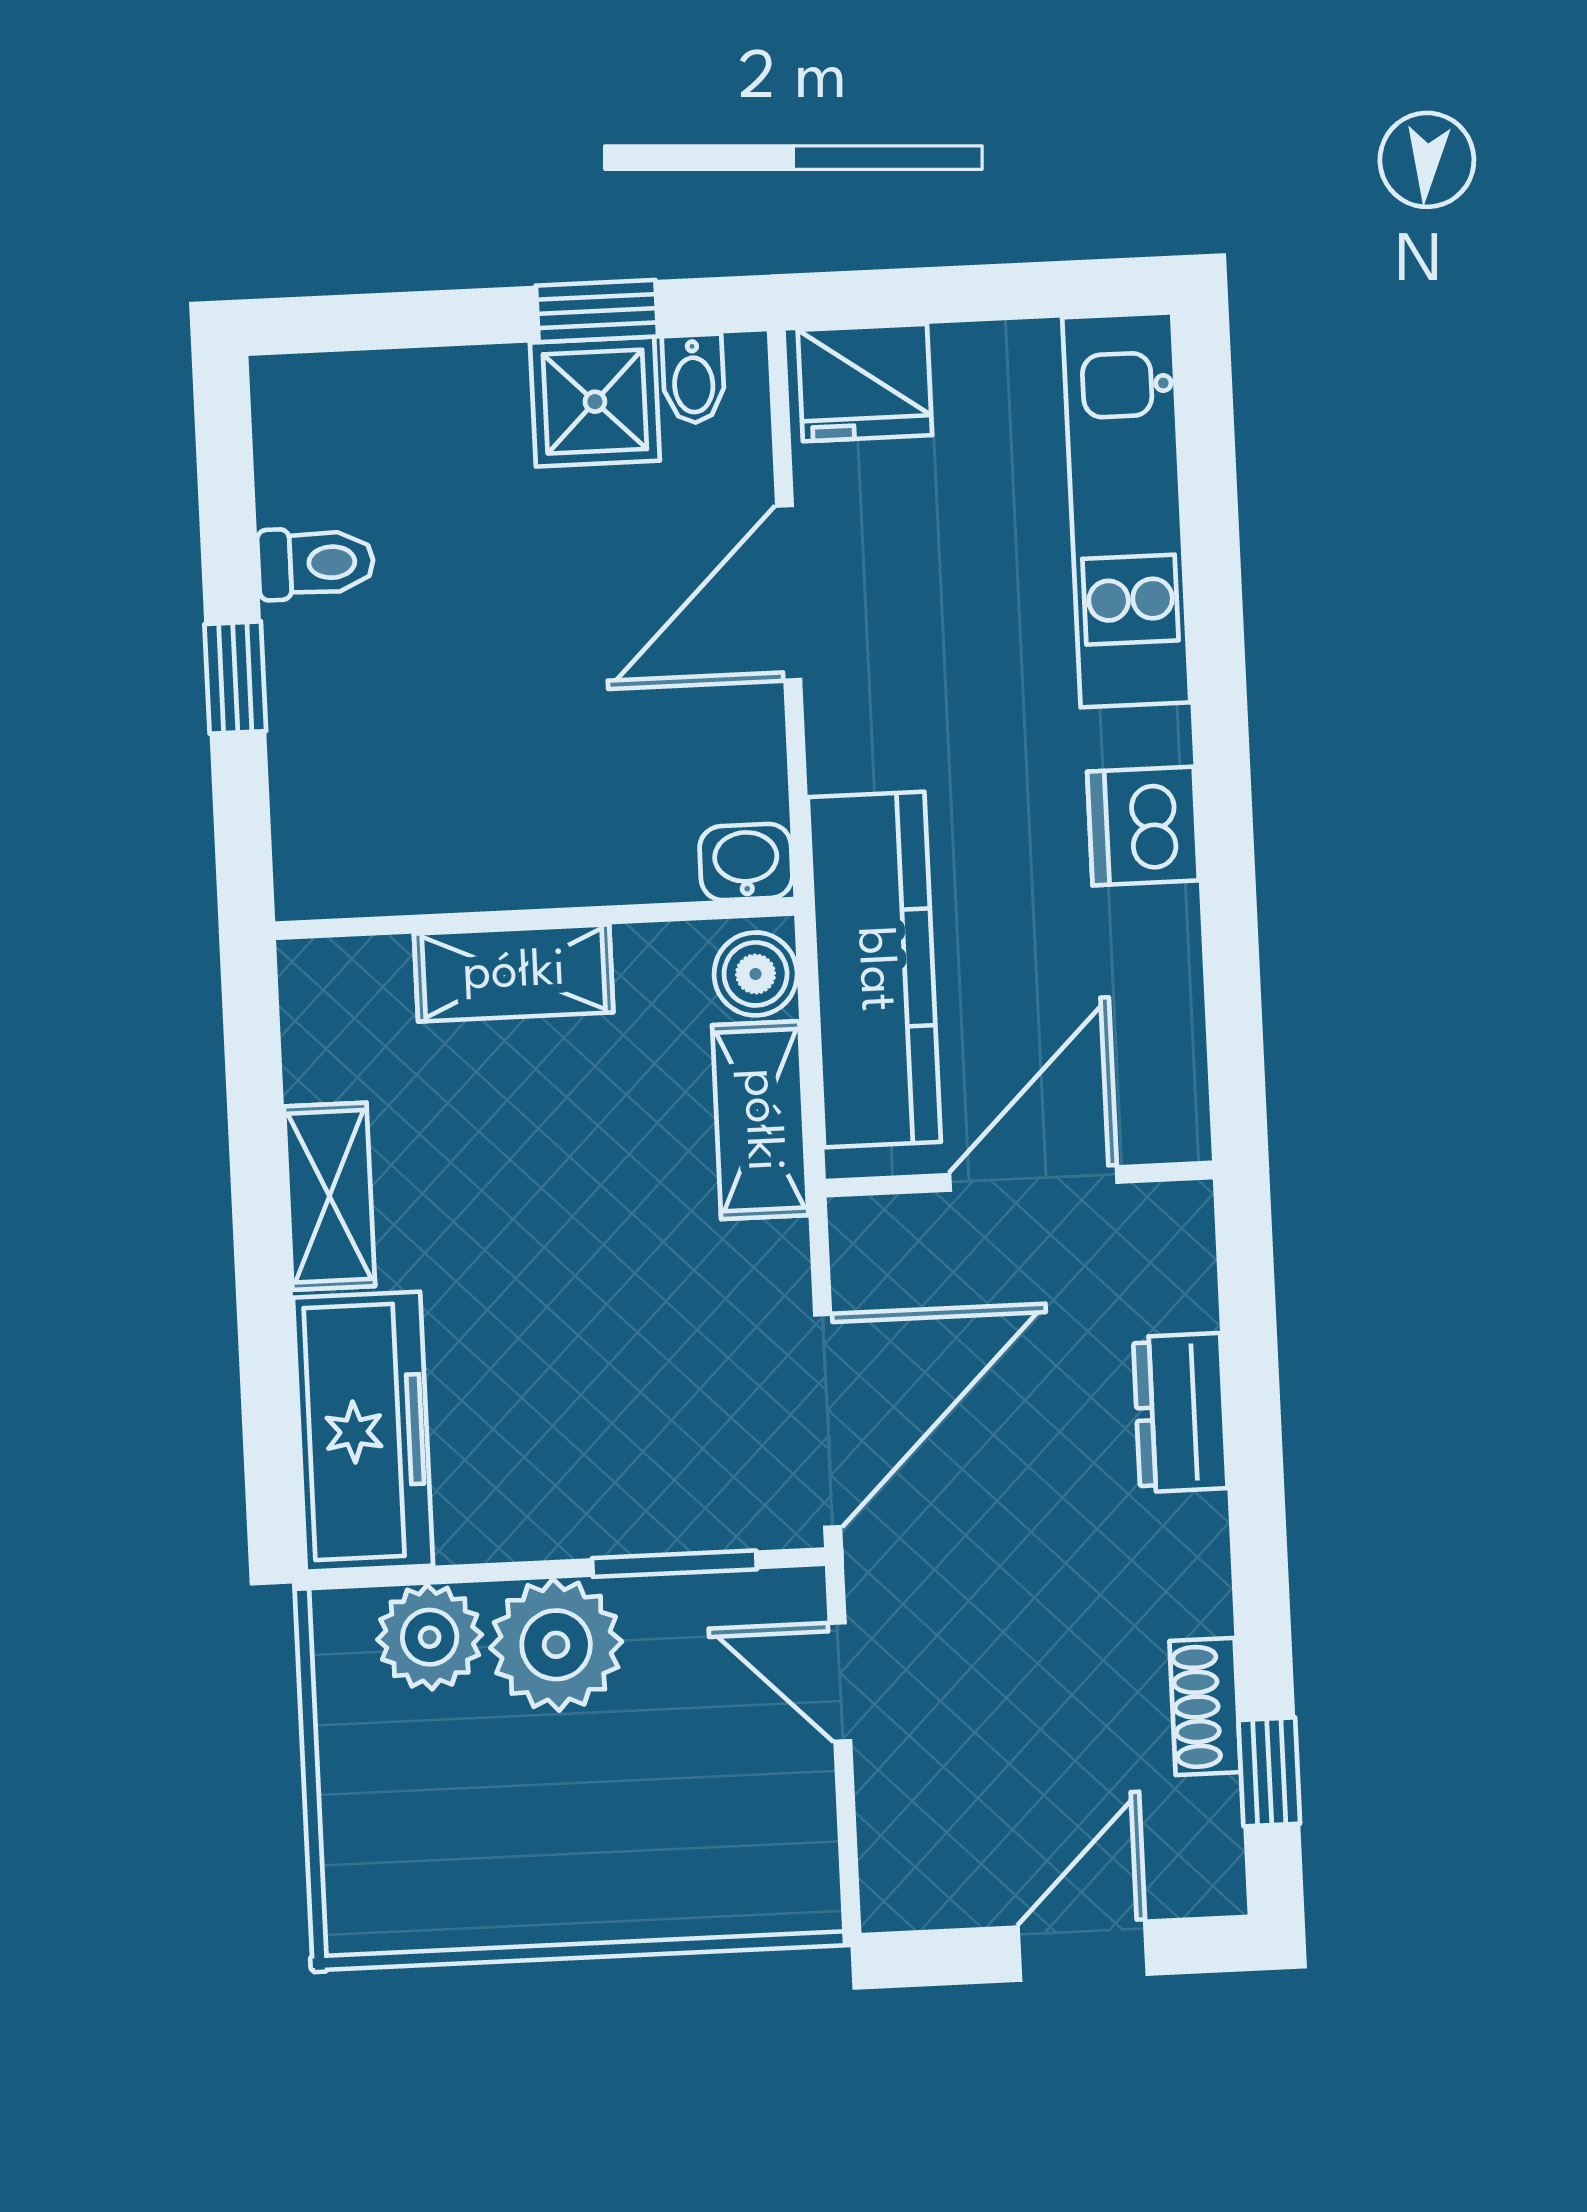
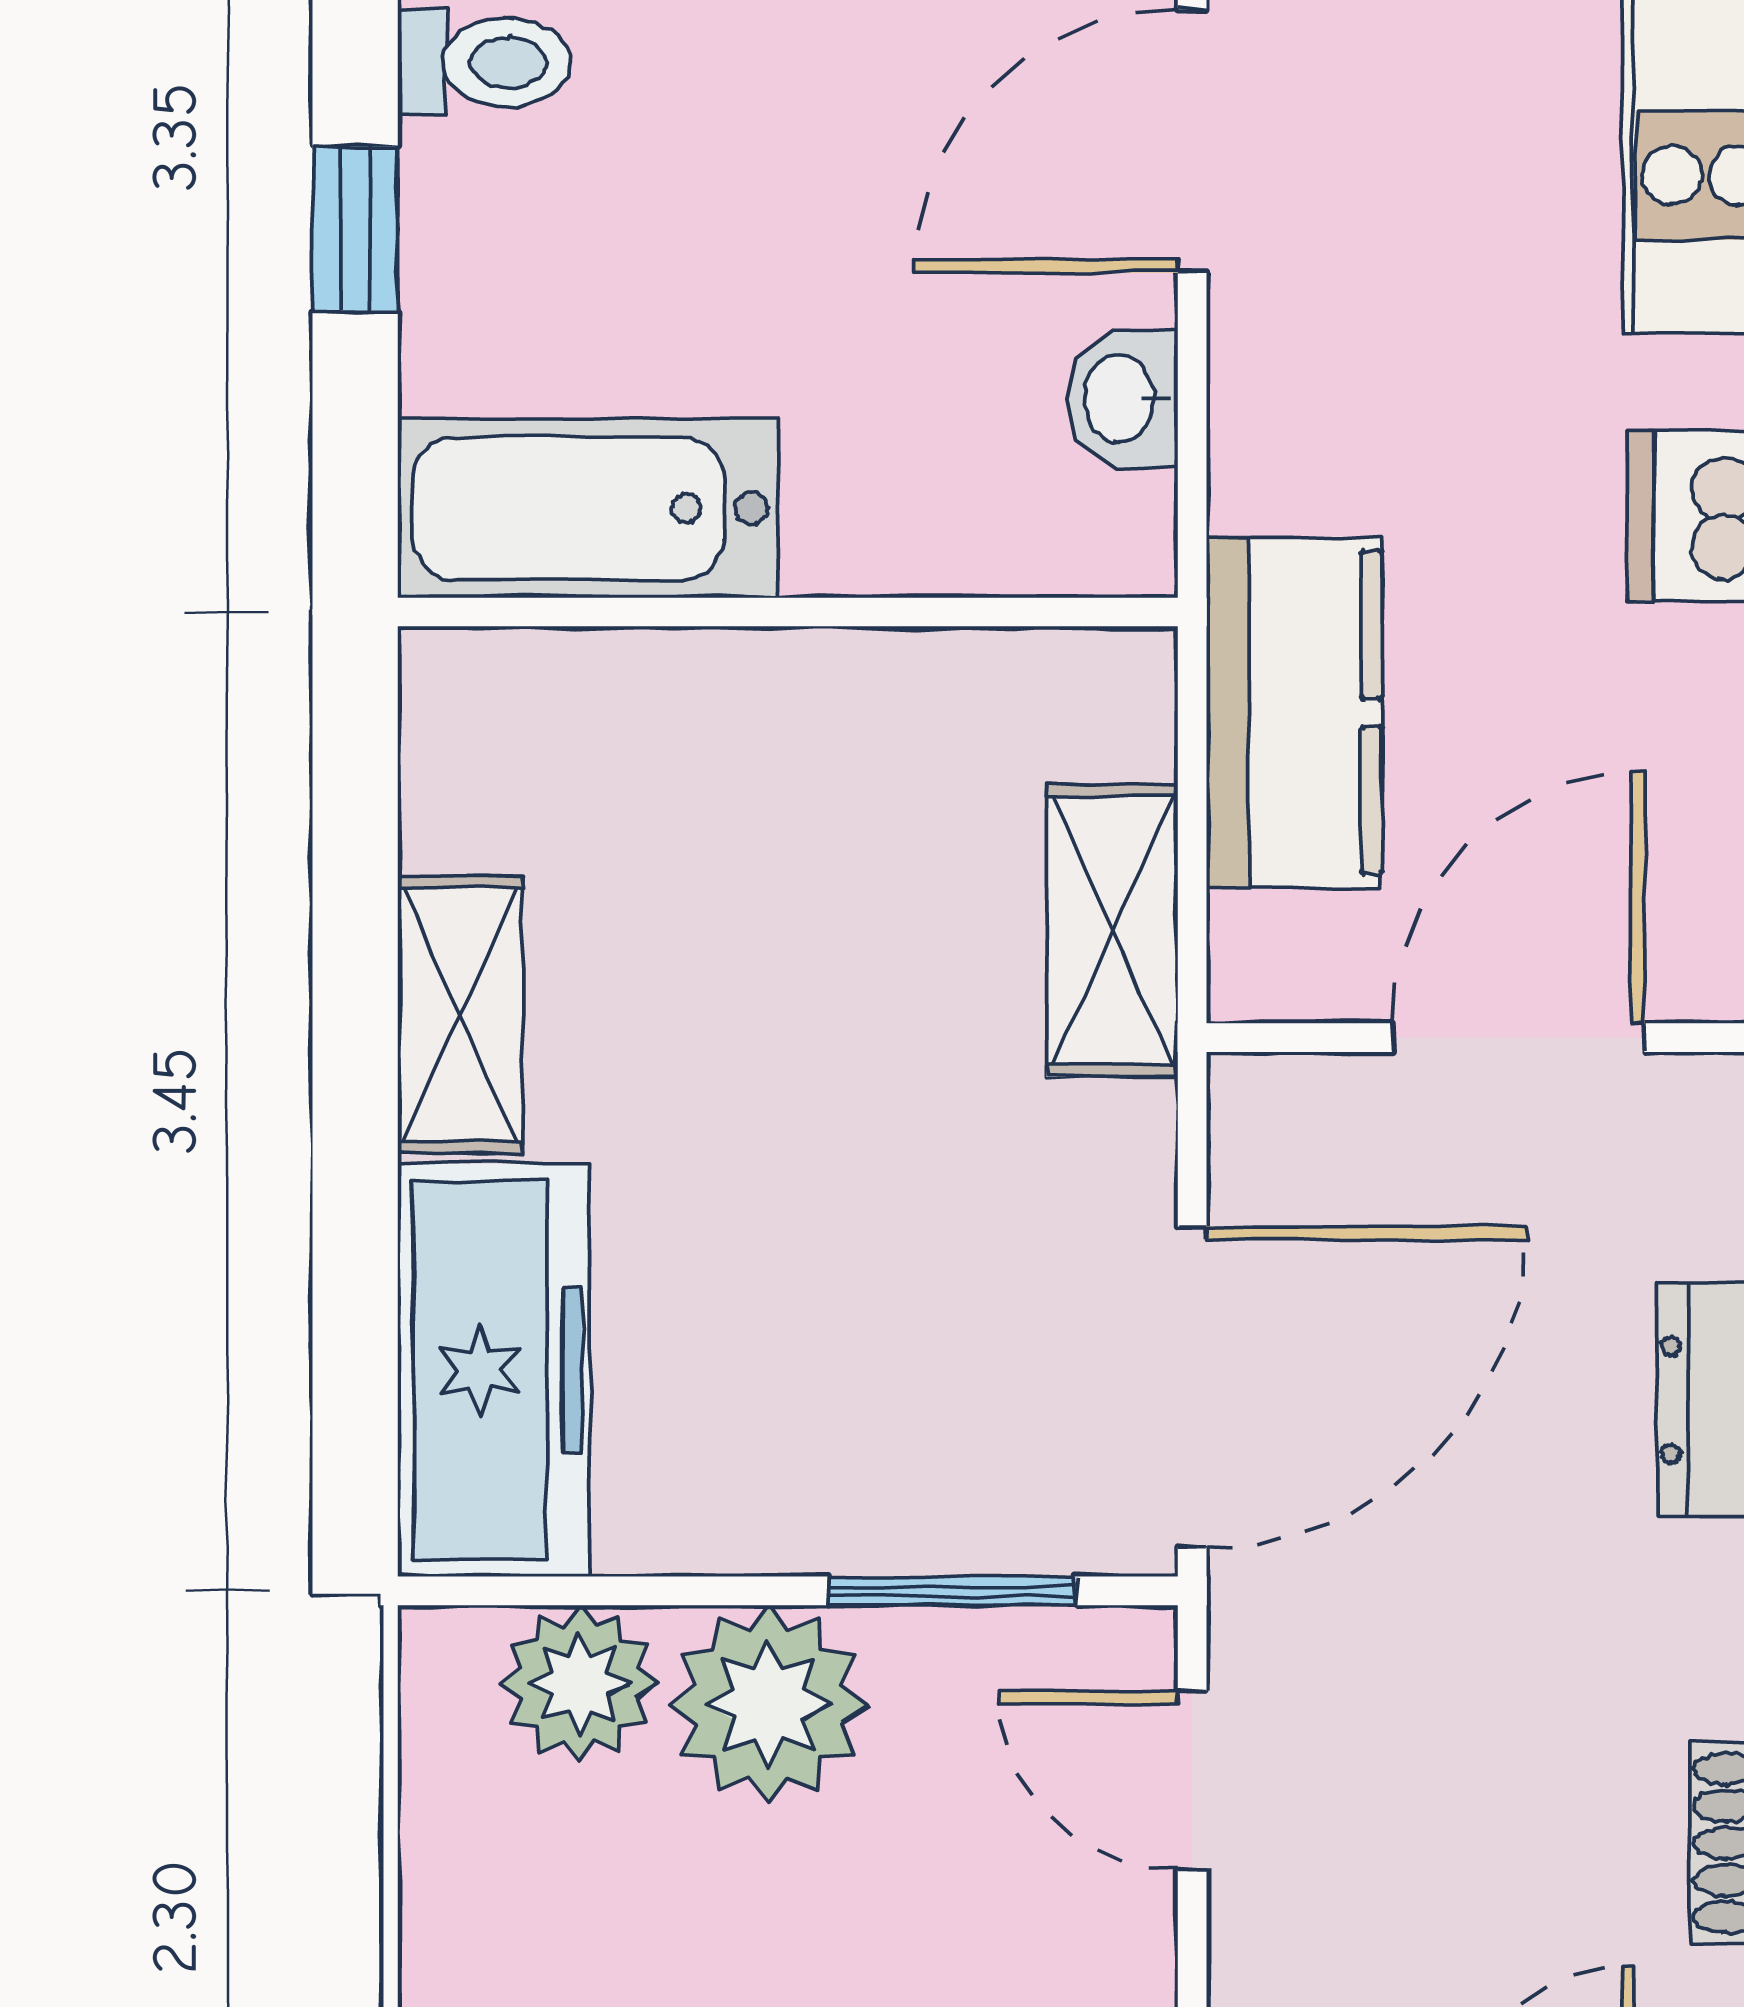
bathtub: (399, 856) -> (588, 508), added
washbasin: (746, 862) -> (1122, 398), moved, turned -90
kitchen counter: (874, 969) -> (1294, 713), width x0.67
shelving: (514, 973) -> (752, 692), removed
boiler: (756, 974) -> (1116, 711), removed

